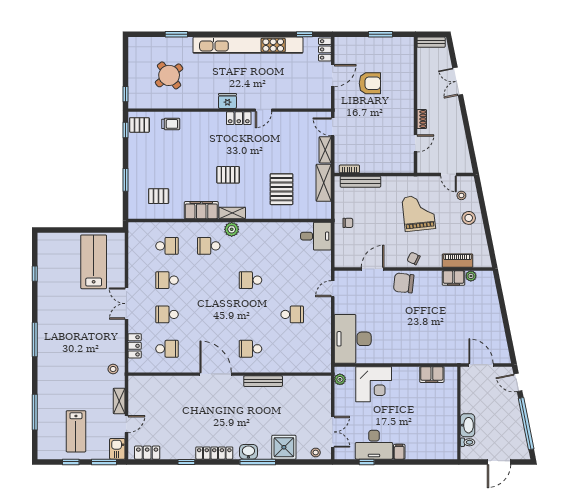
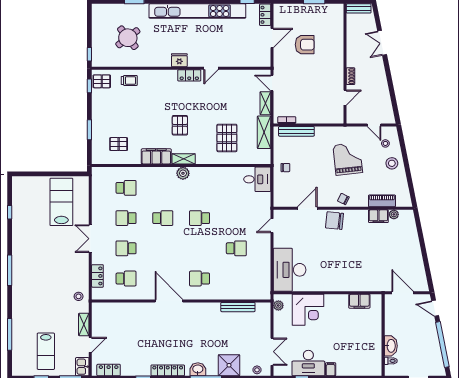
pallet: (228, 175) -> (180, 125), turned 90
school desk: (209, 246) -> (163, 218), moved, turned 180
bench: (263, 381) -> (238, 307), moved

